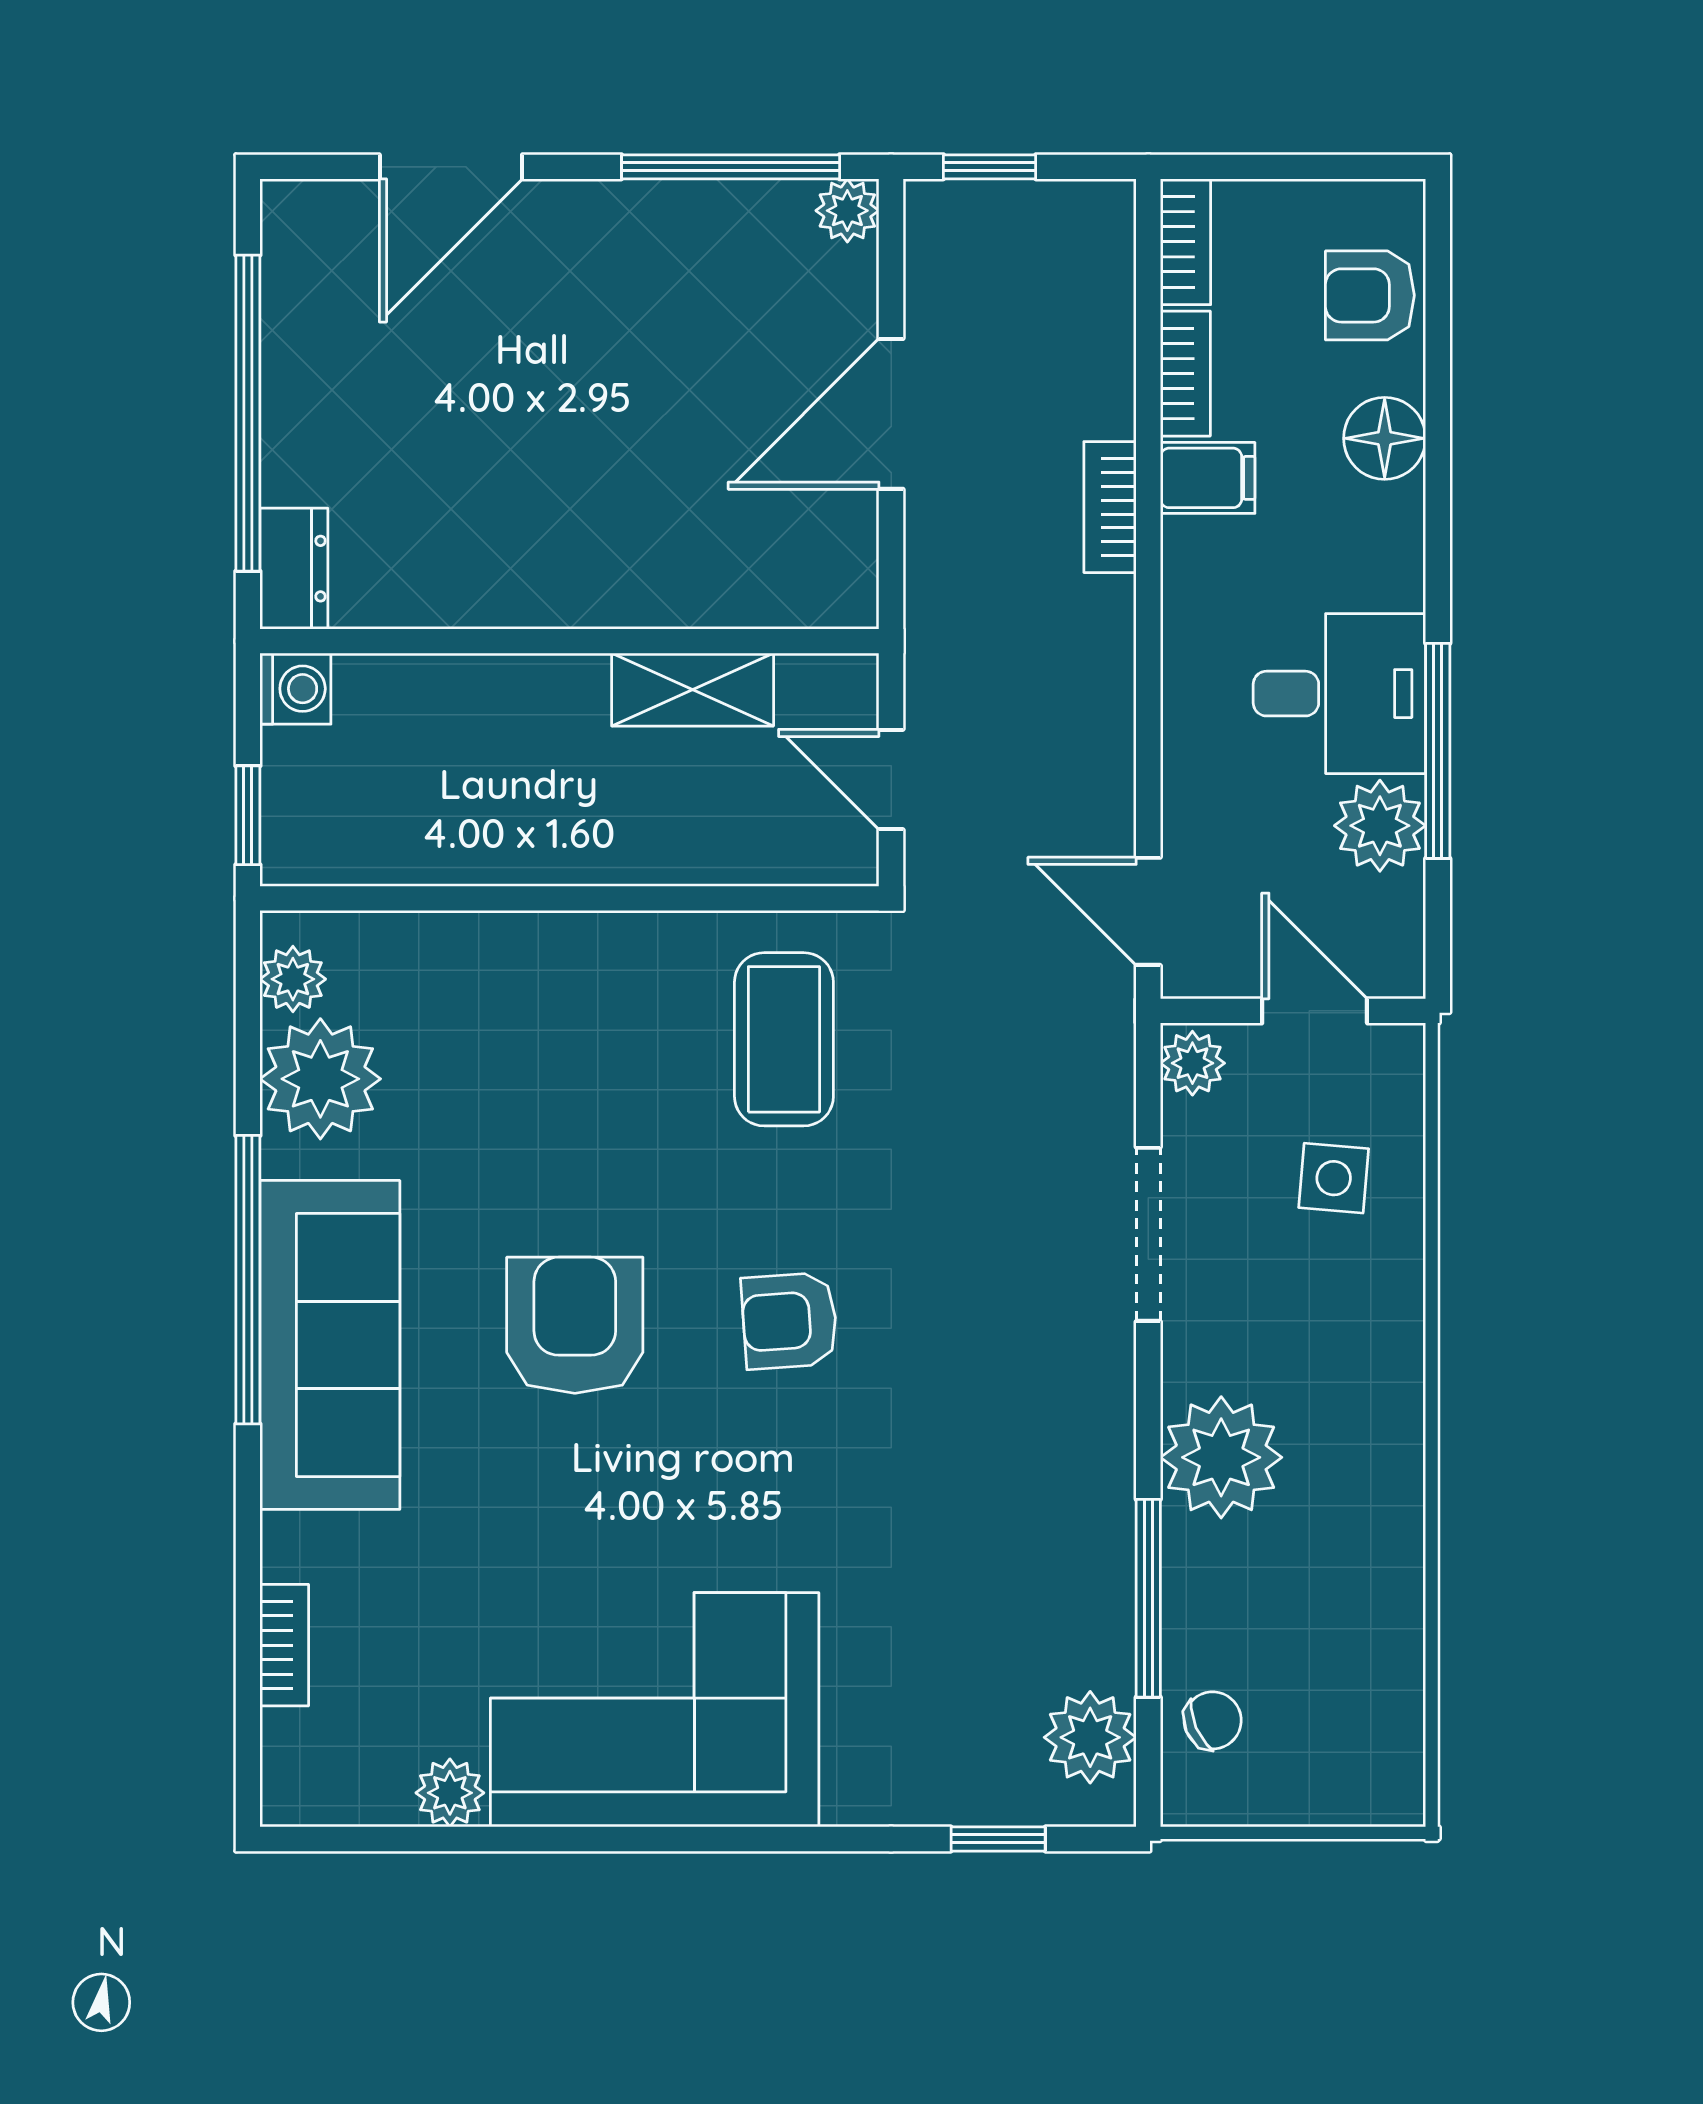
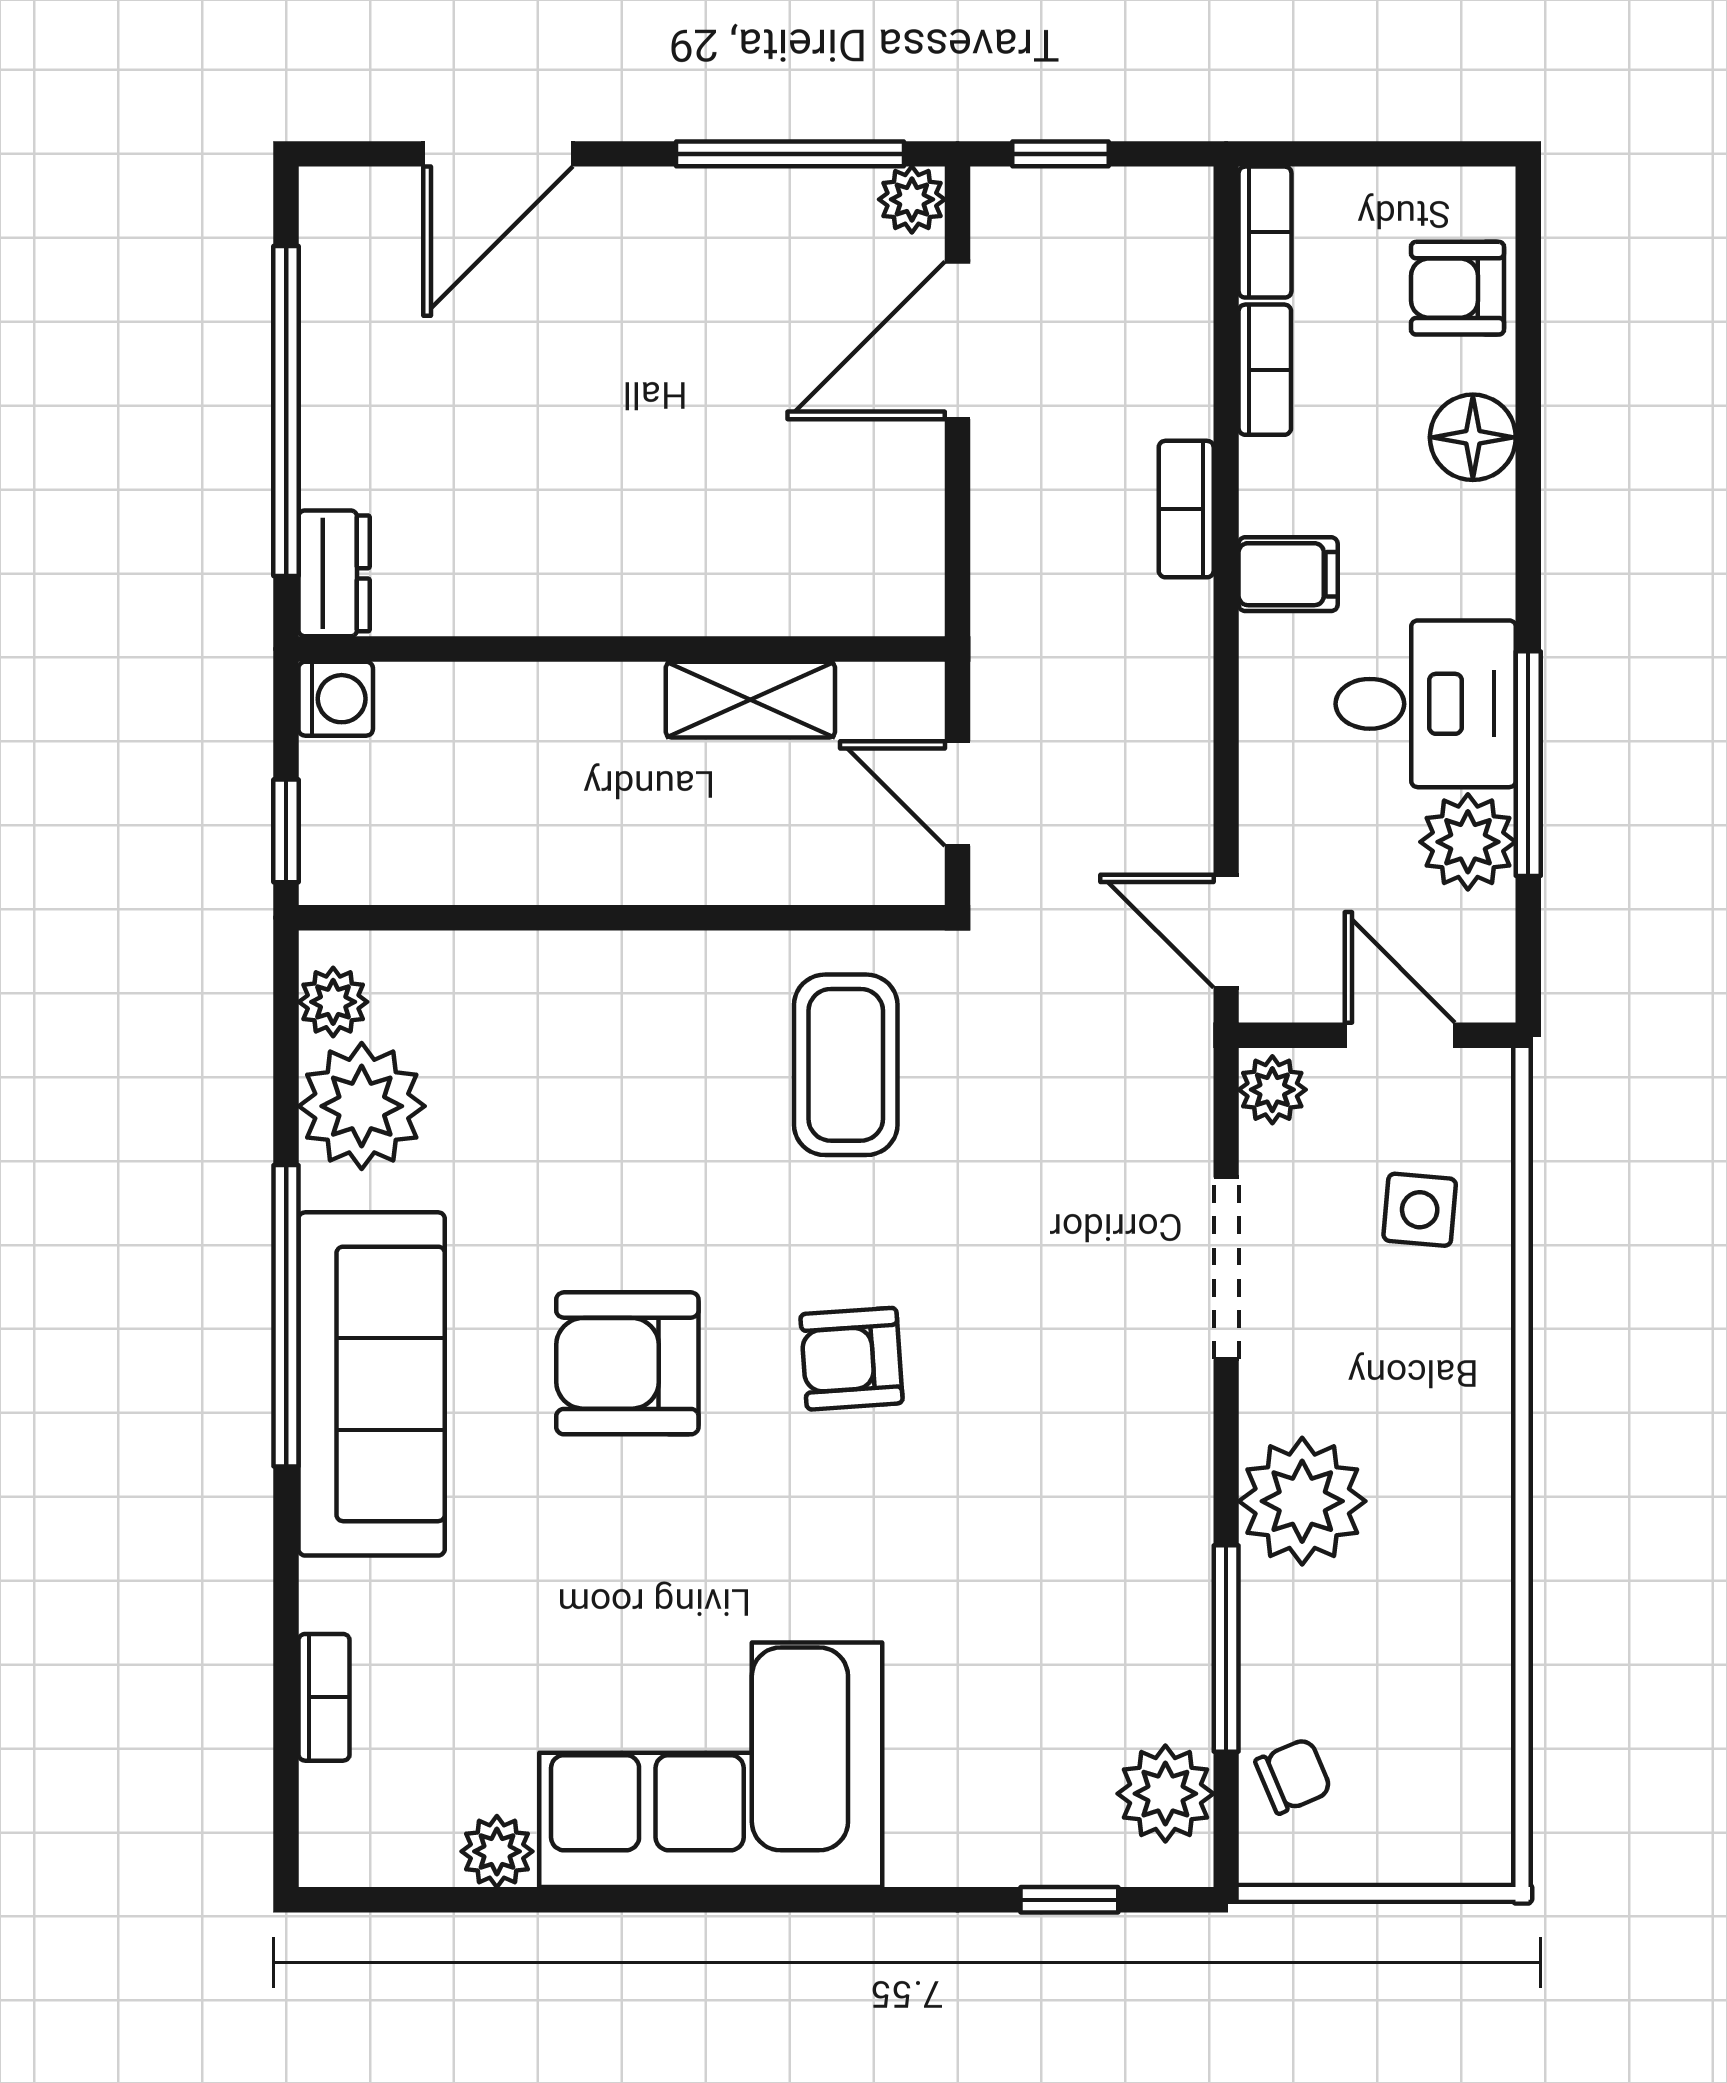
door: (891, 414) -> (958, 340), moved
filing cabinet: (1208, 478) -> (1288, 574), moved
armchair: (575, 1325) -> (627, 1363), turned -90

